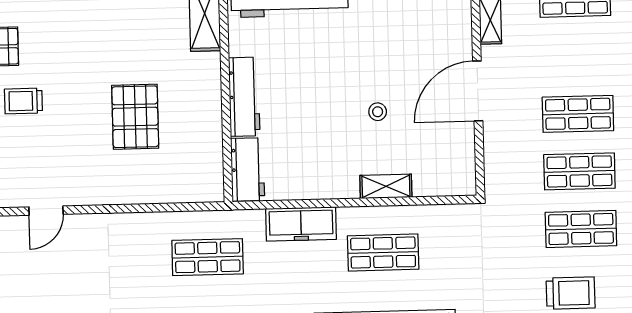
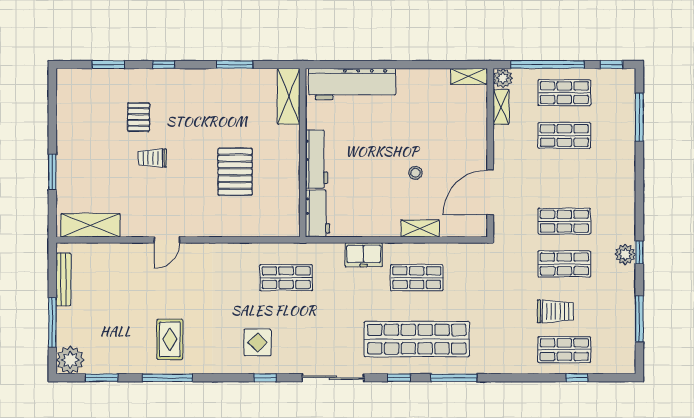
door: (478, 91) -> (490, 192), moved
shop shelf: (578, 114) -> (564, 135), moved
freezer: (301, 224) -> (364, 255), width x0.71

